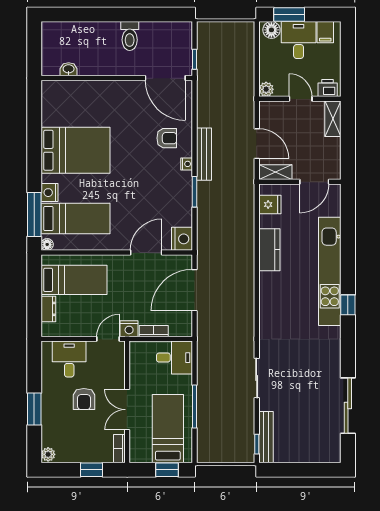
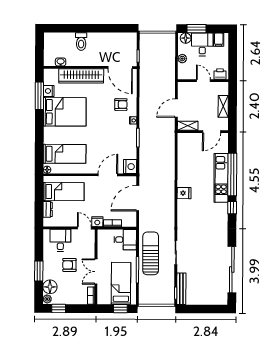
toilet: (130, 36) -> (81, 42), moved
plant: (266, 89) -> (182, 59), moved
wardrobe: (102, 92) -> (81, 76), added
shelving: (333, 119) -> (223, 106), moved
door: (257, 144) -> (176, 108), swing flipped
bench: (204, 154) -> (144, 114), removed
nightstand: (50, 193) -> (49, 91), moved
fridge: (270, 205) -> (184, 193), moved
window: (34, 215) -> (39, 96), moved
kitchen counter: (269, 250) -> (184, 173), removed
window: (348, 251) -> (232, 174), added
kitchen unit: (330, 271) -> (221, 178), width x0.73
door: (108, 339) -> (84, 228), hinge flipped
sun lounger: (216, 380) -> (151, 253), added
armchair: (84, 399) -> (69, 265), turned 90
sliding door: (348, 406) -> (232, 270), width x1.36
floor lamp: (53, 435) -> (50, 287), added
window: (92, 470) -> (59, 308), moved

